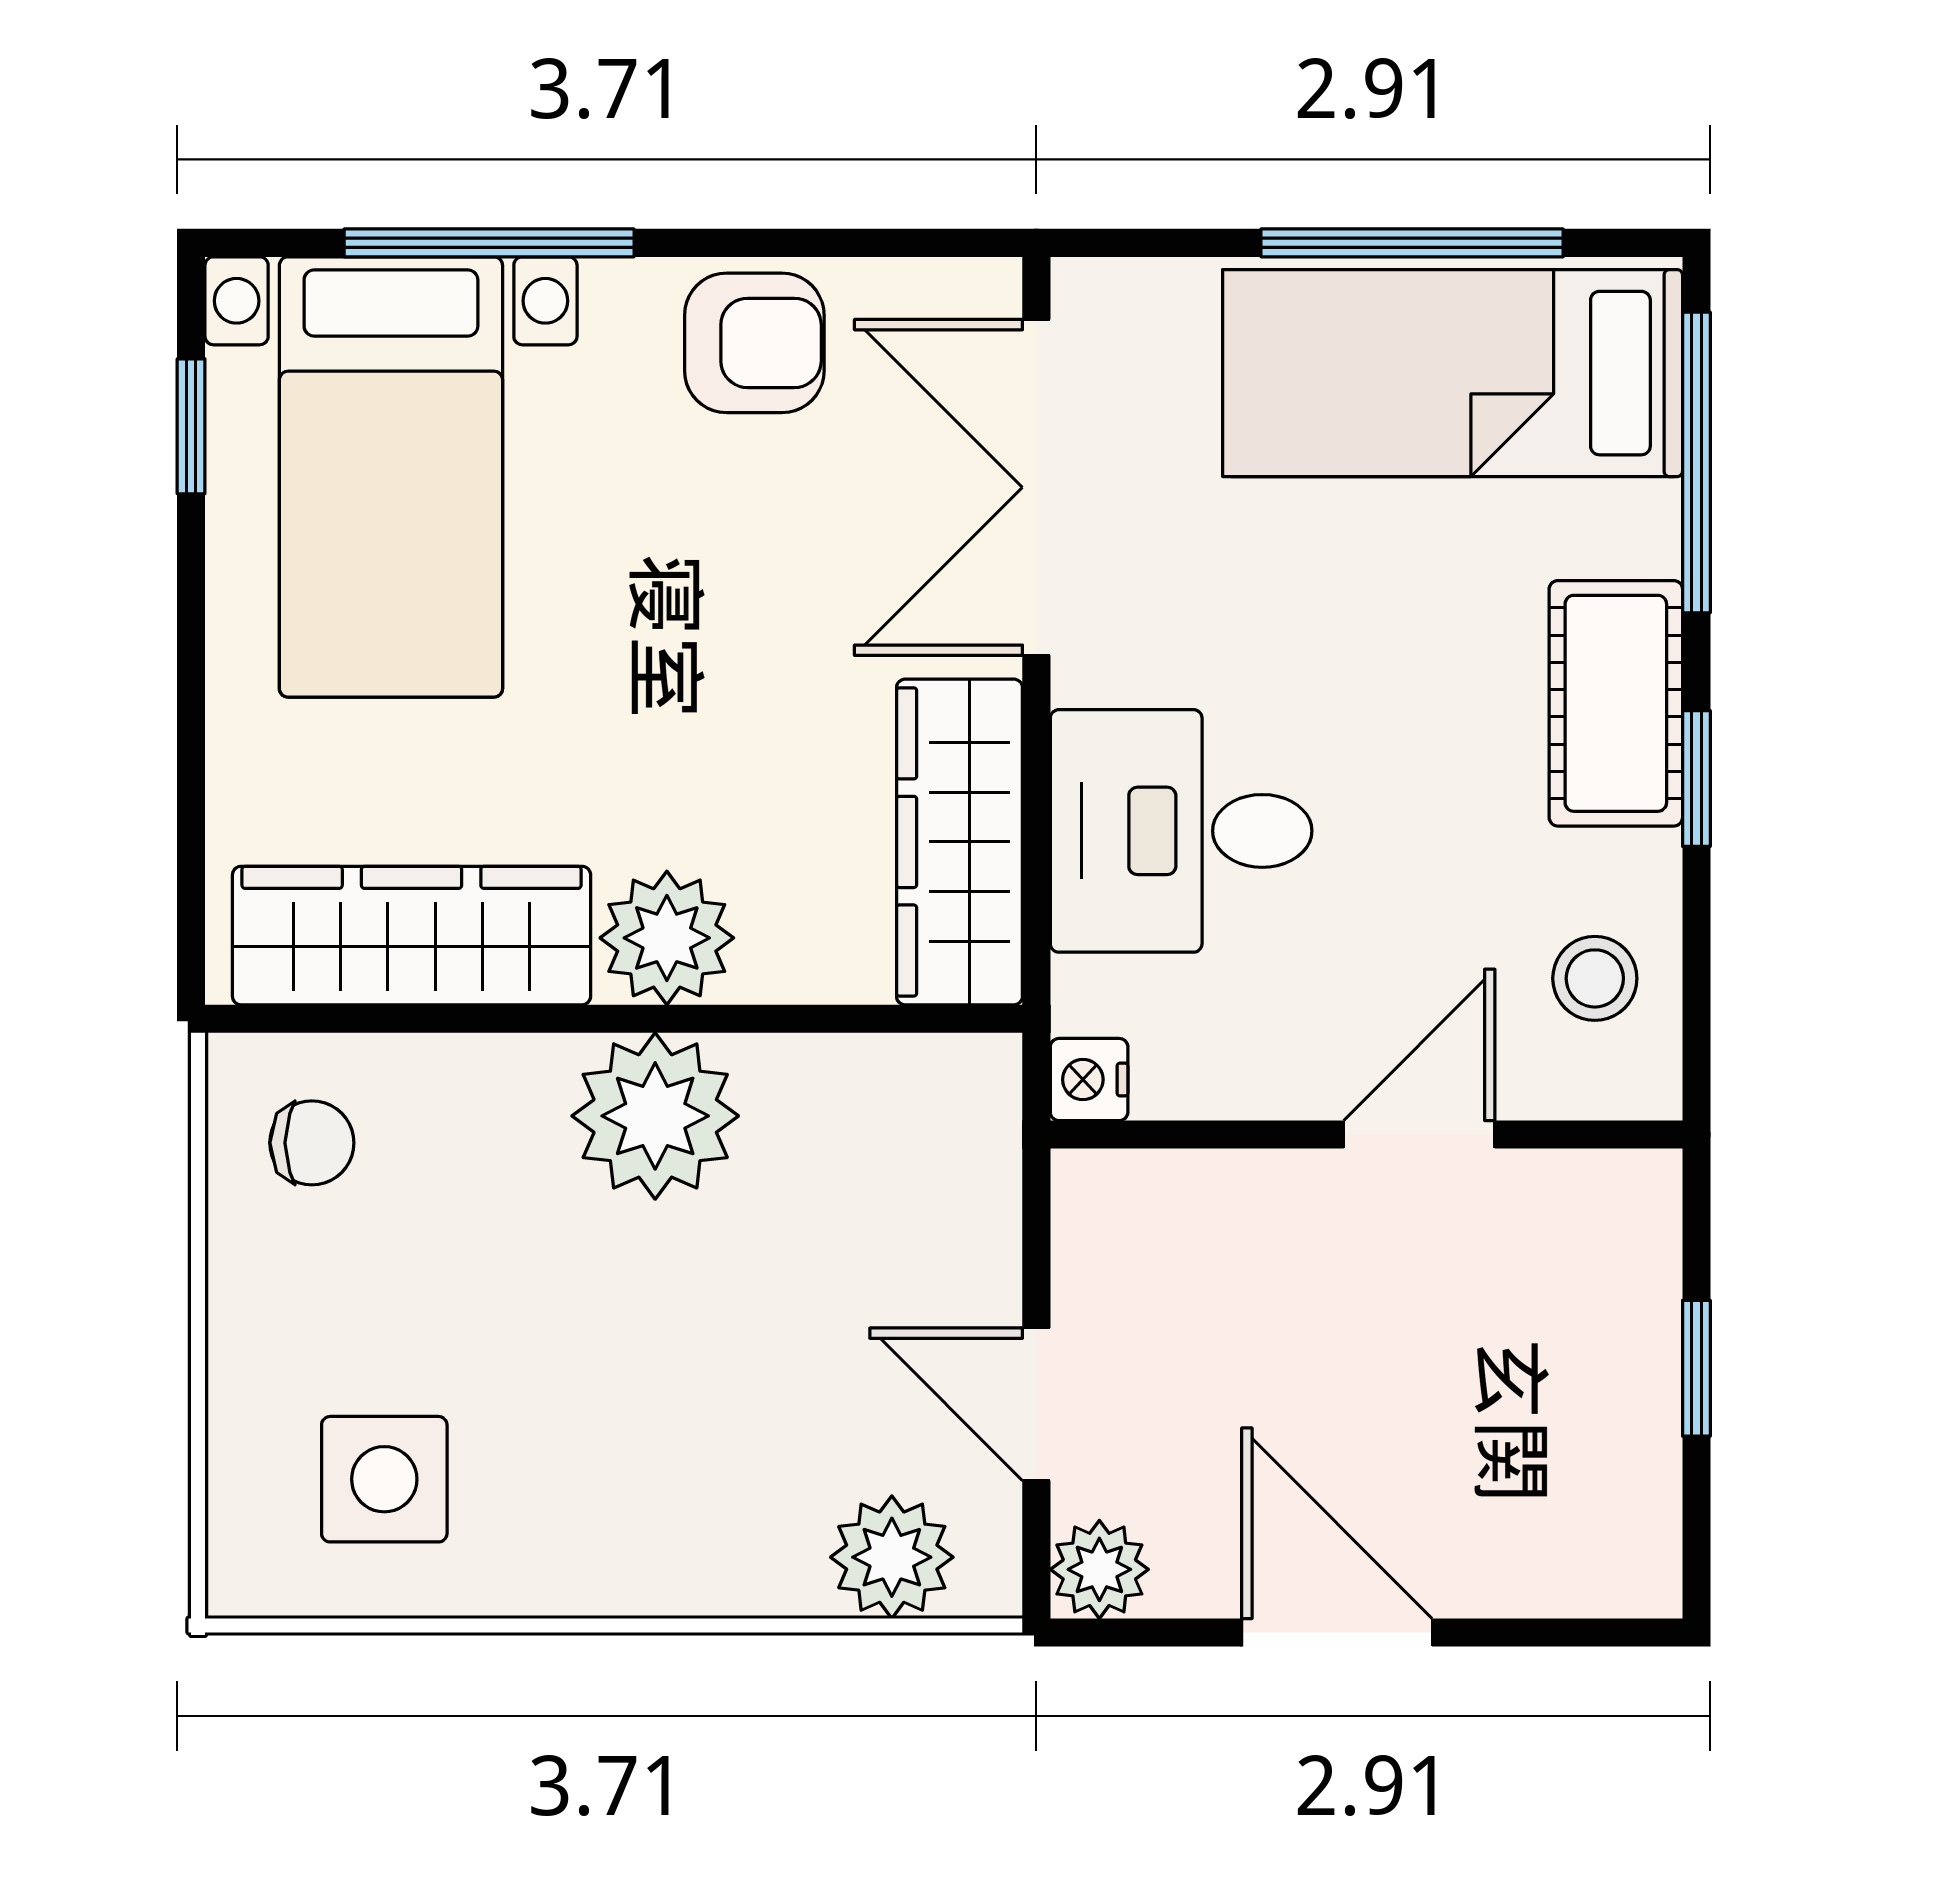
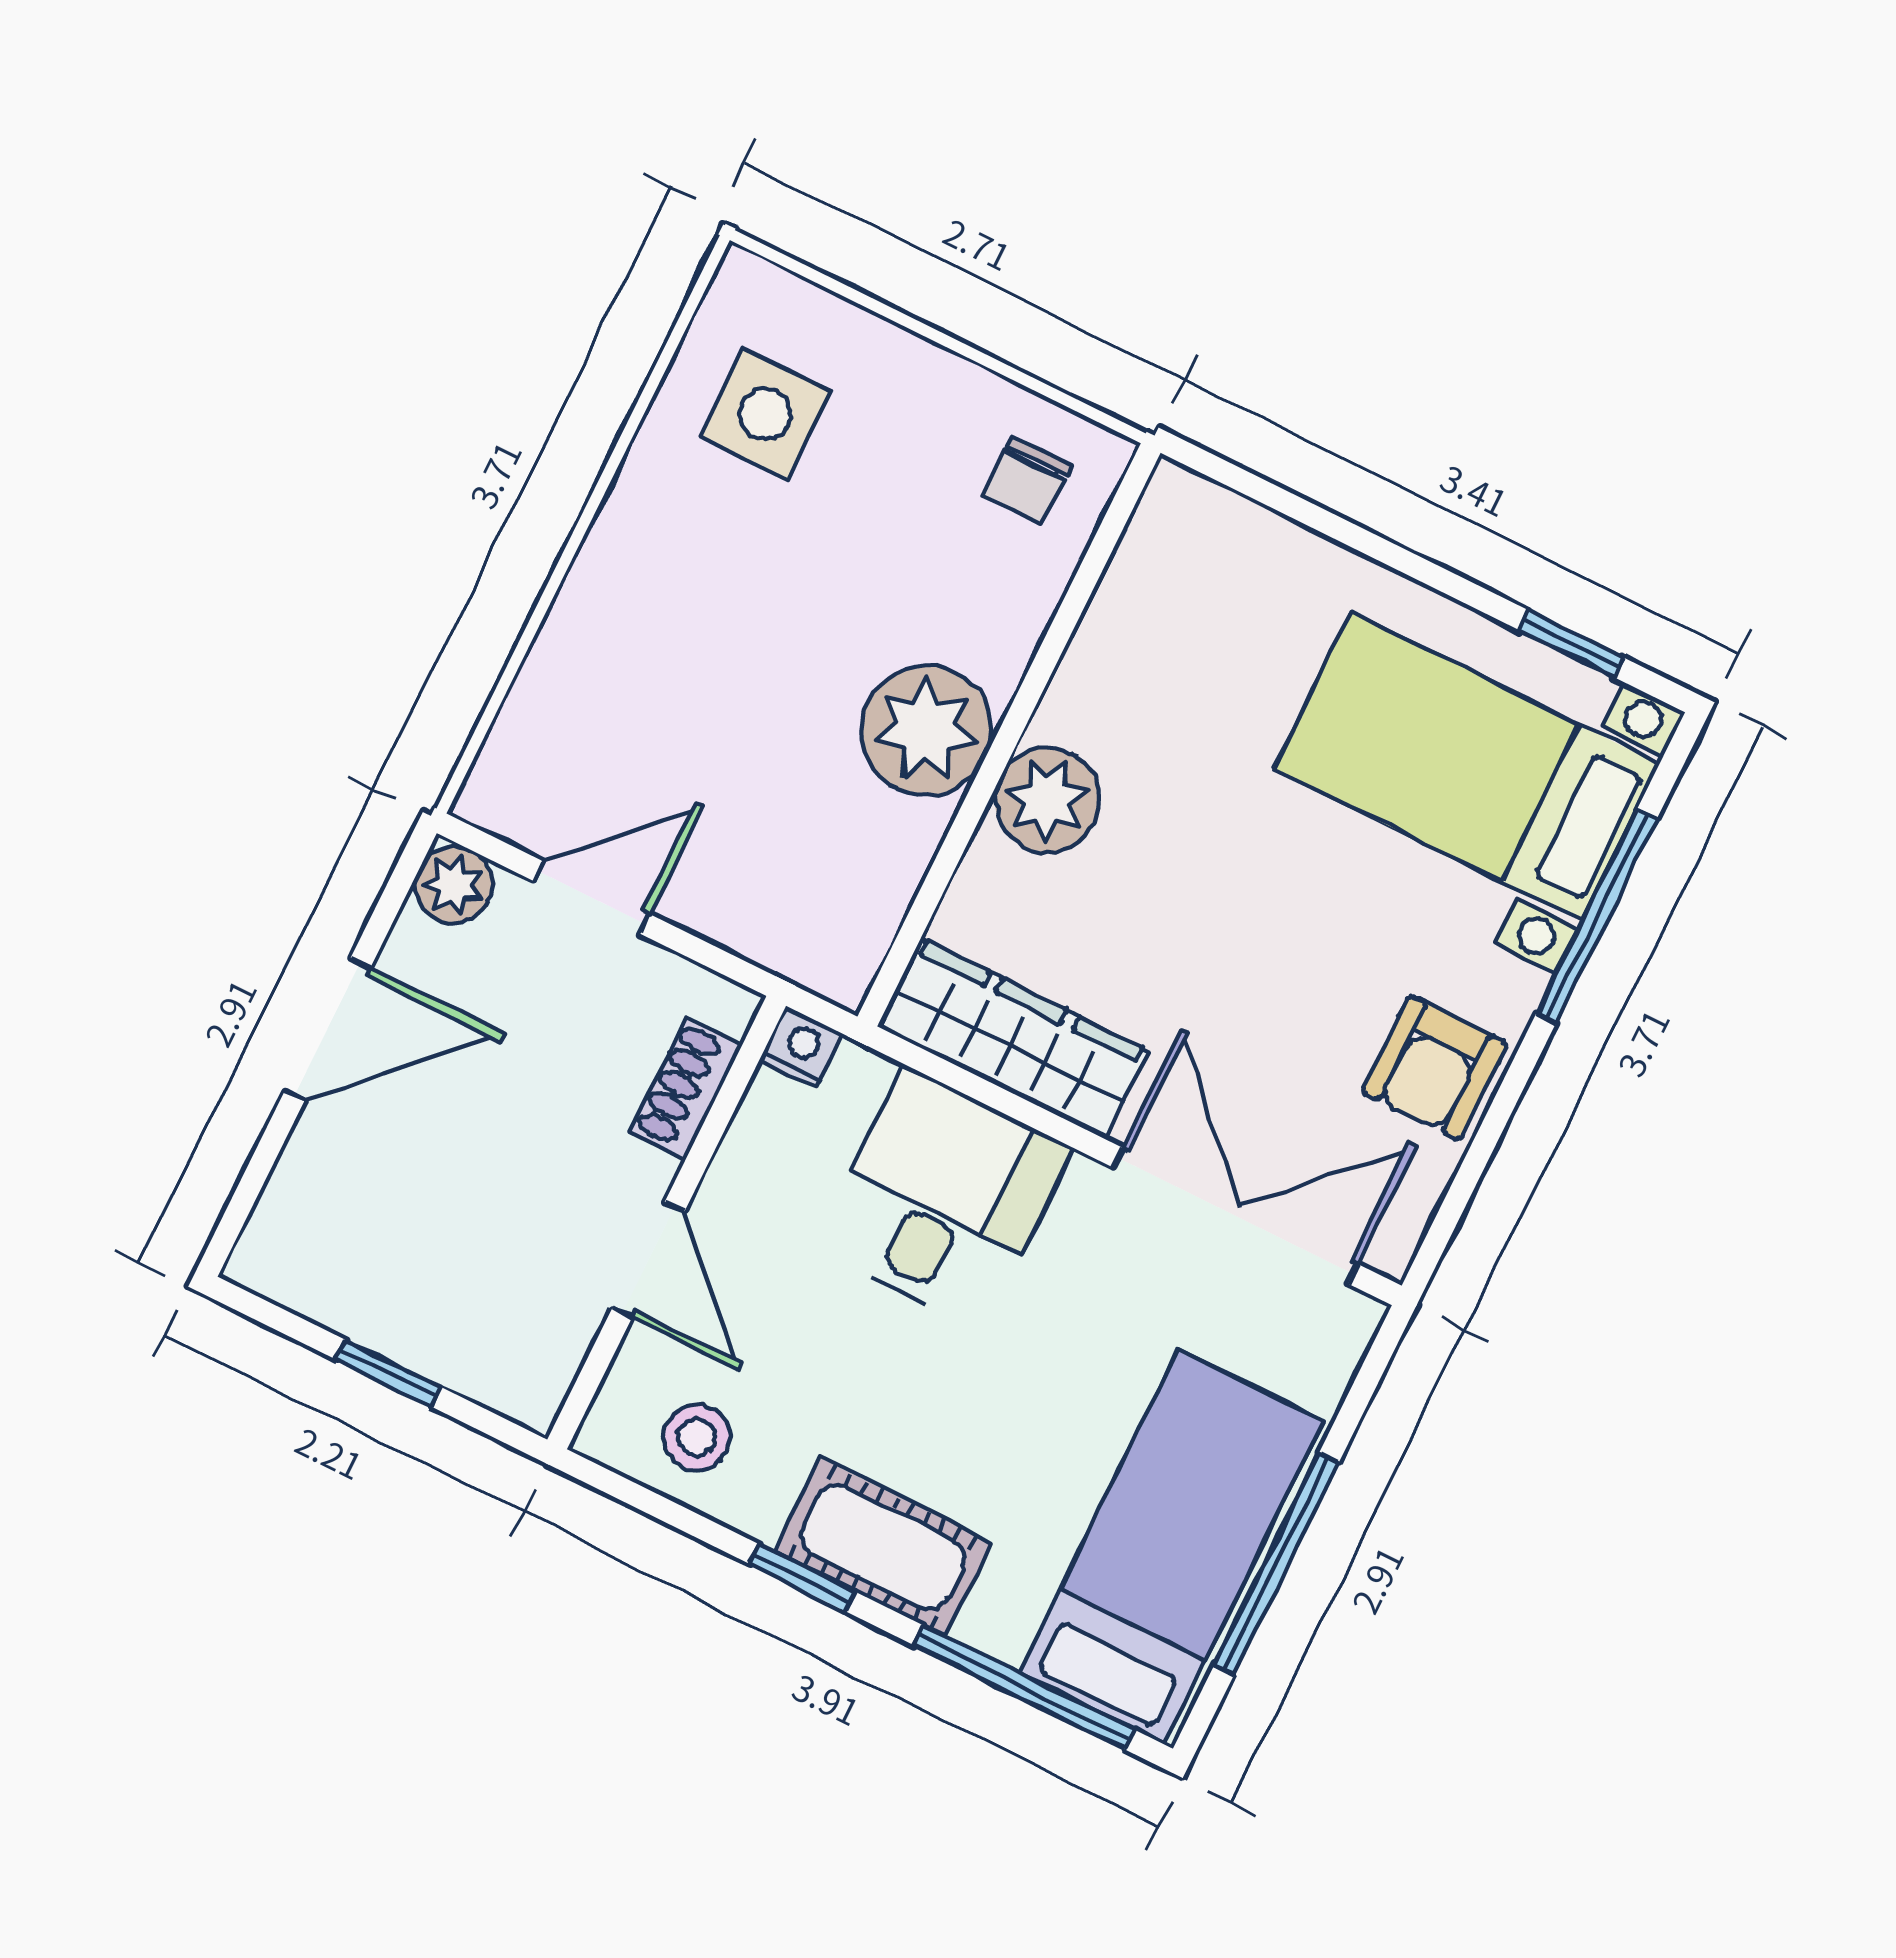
wardrobe: (412, 936) -> (1137, 622), removed
shoe rack: (1201, 1188) -> (686, 1088), added
plant: (892, 1557) -> (535, 743), removed

